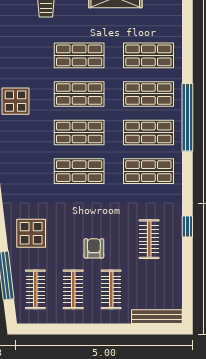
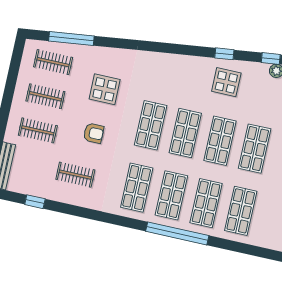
window: (187, 226) -> (35, 202), moved
display table: (31, 233) -> (105, 89), moved
armchair: (94, 248) -> (94, 133), moved

